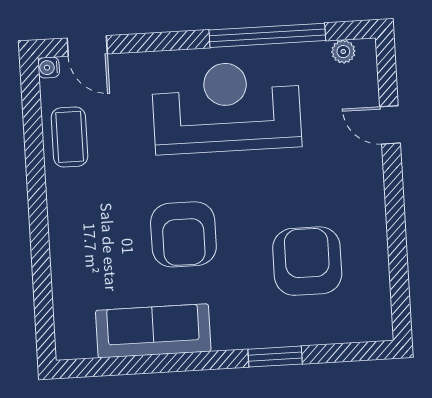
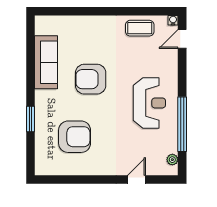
reception desk: (226, 107) -> (149, 103), width x0.74, depth x0.77

